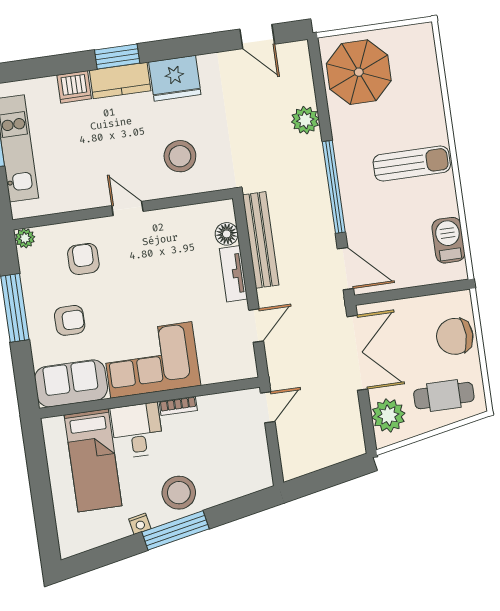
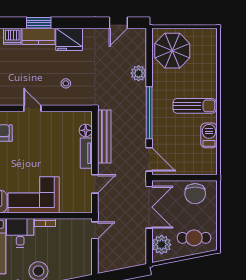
door: (257, 37) -> (118, 23), hinge flipped
stool: (180, 156) -> (66, 83), width x0.53, depth x0.53
barbecue: (448, 240) -> (209, 135), moved
chair: (455, 336) -> (195, 194), moved, turned -90

